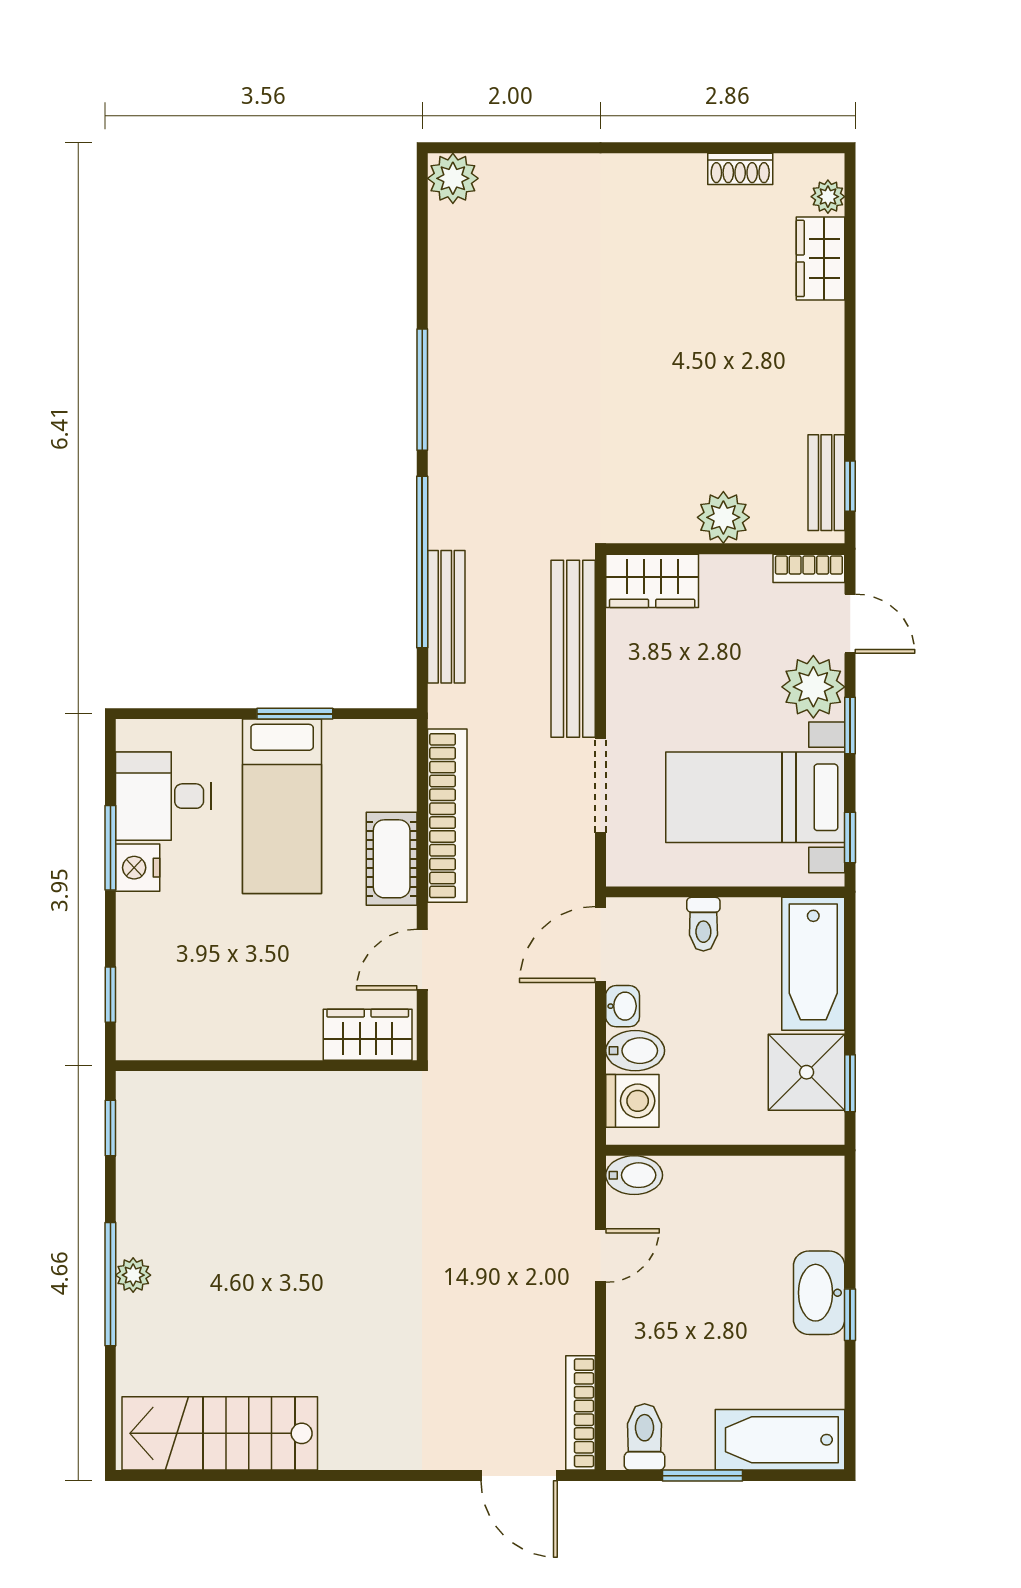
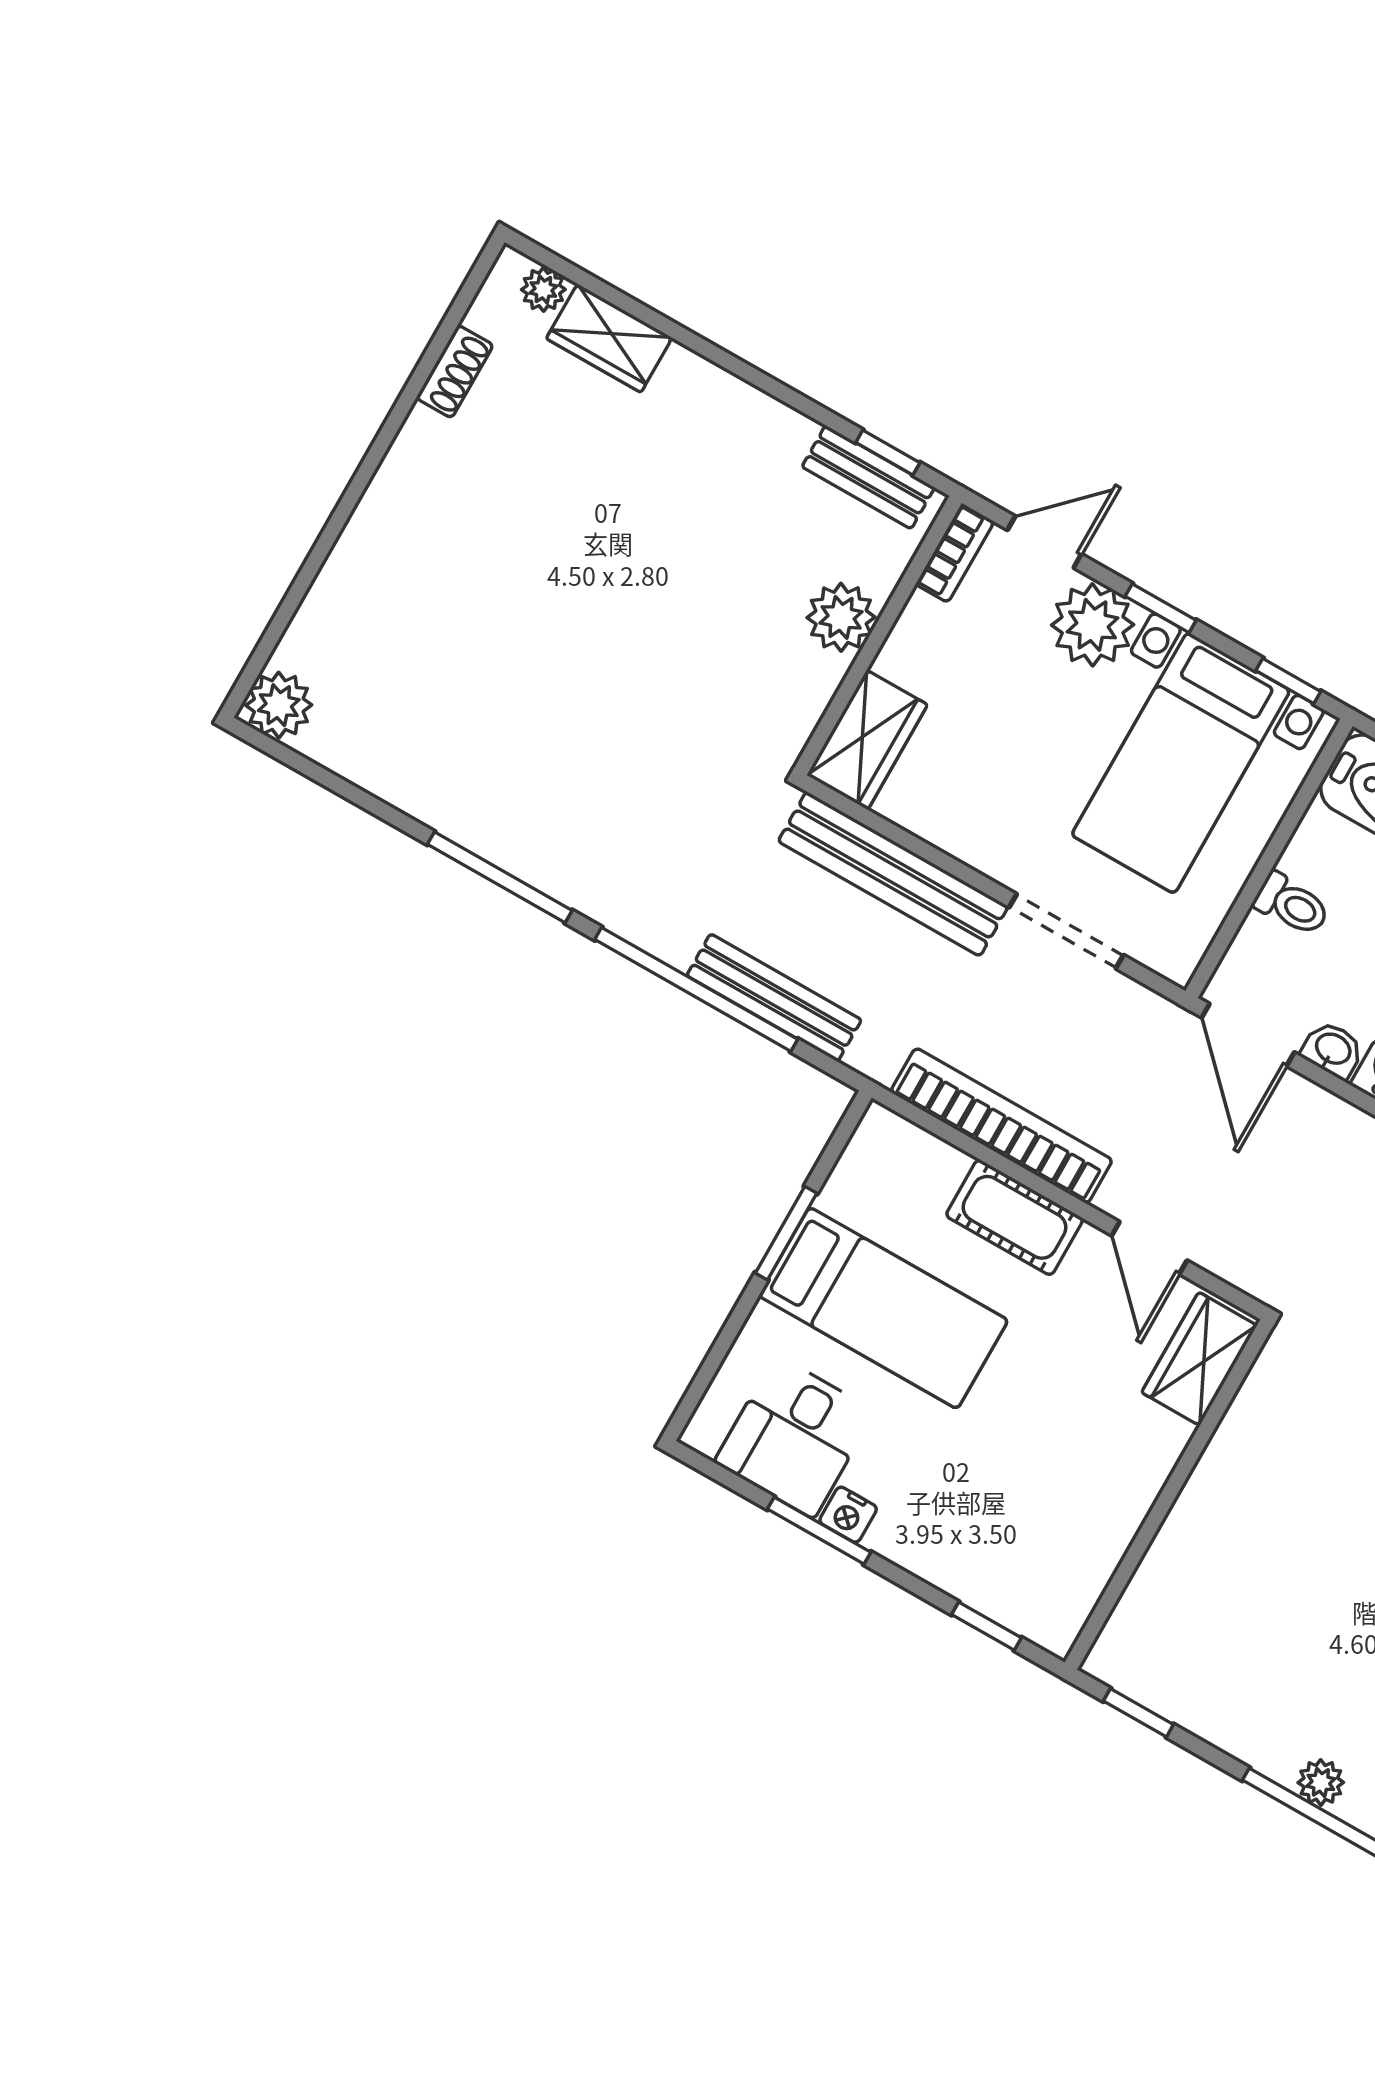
nightstand: (138, 868) -> (848, 1515), width x0.72, depth x0.74

